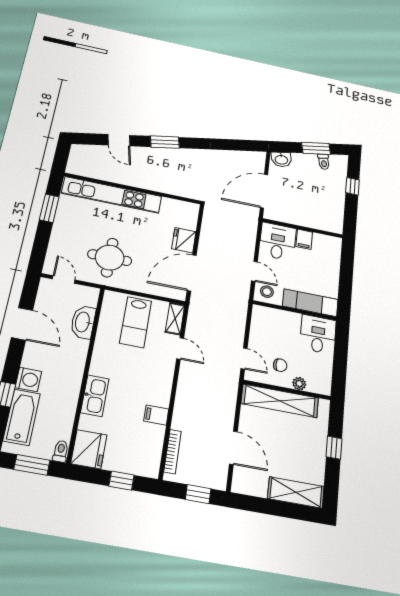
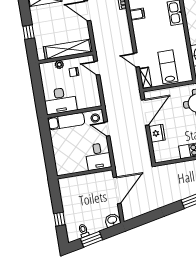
filing cabinet: (304, 239) -> (81, 165), removed
desk: (318, 334) -> (60, 101), width x1.37

